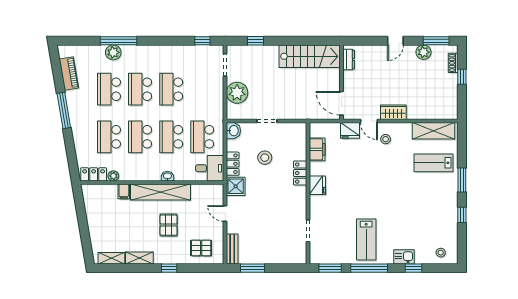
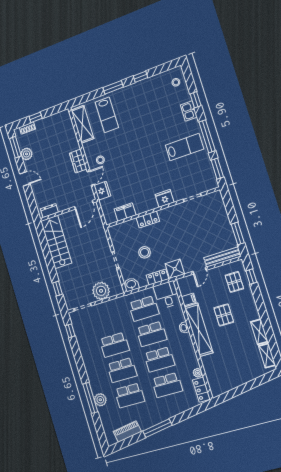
fridge: (317, 185) -> (165, 198), moved
filing cabinet: (124, 191) -> (189, 299), moved
pallet: (169, 225) -> (224, 315), turned 90
bench: (232, 249) -> (222, 257), width x1.36
window: (169, 268) -> (251, 277), moved

